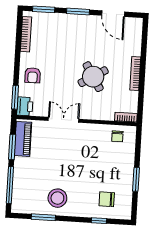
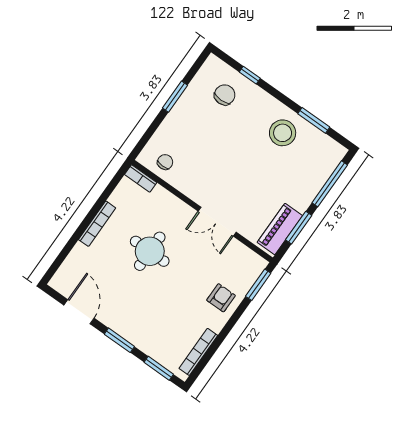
round table: (93, 77) -> (150, 251), turned 31
printer: (25, 106) -> (253, 267), removed
chair: (107, 199) -> (225, 95), turned -90

